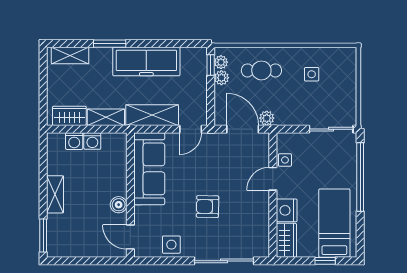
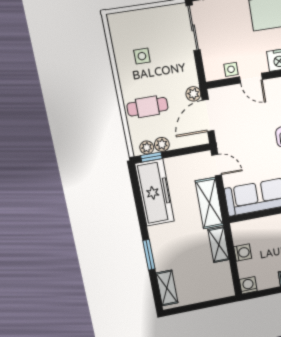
freezer: (146, 62) -> (155, 193), moved
cafe table: (261, 70) -> (147, 107), turned 90
wardrobe: (69, 116) -> (223, 277), removed
washing machine: (74, 141) -> (248, 285), moved, turned -90

